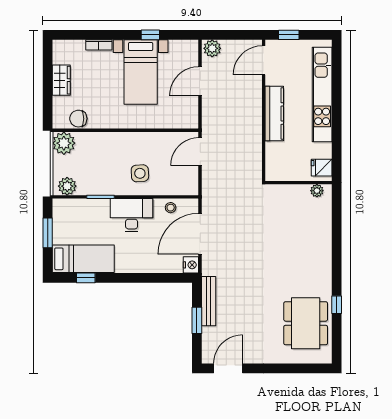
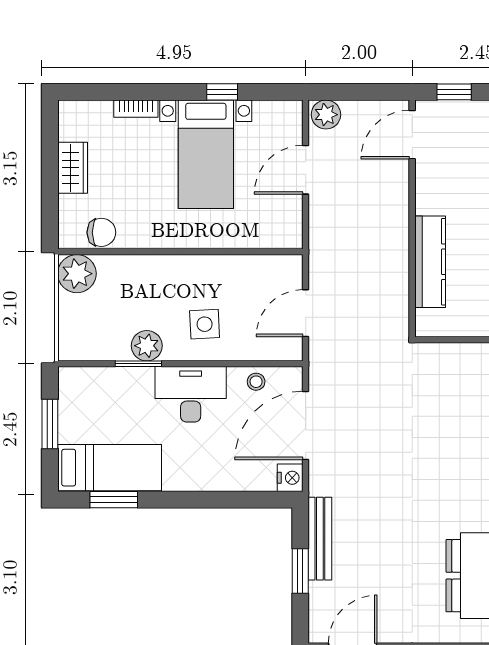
kitchen counter: (274, 114) -> (430, 262), moved
chair: (78, 119) -> (101, 232), turned 180
door: (200, 152) -> (306, 313), moved
plant: (67, 186) -> (147, 346), moved
window: (86, 278) -> (114, 500), width x1.50

